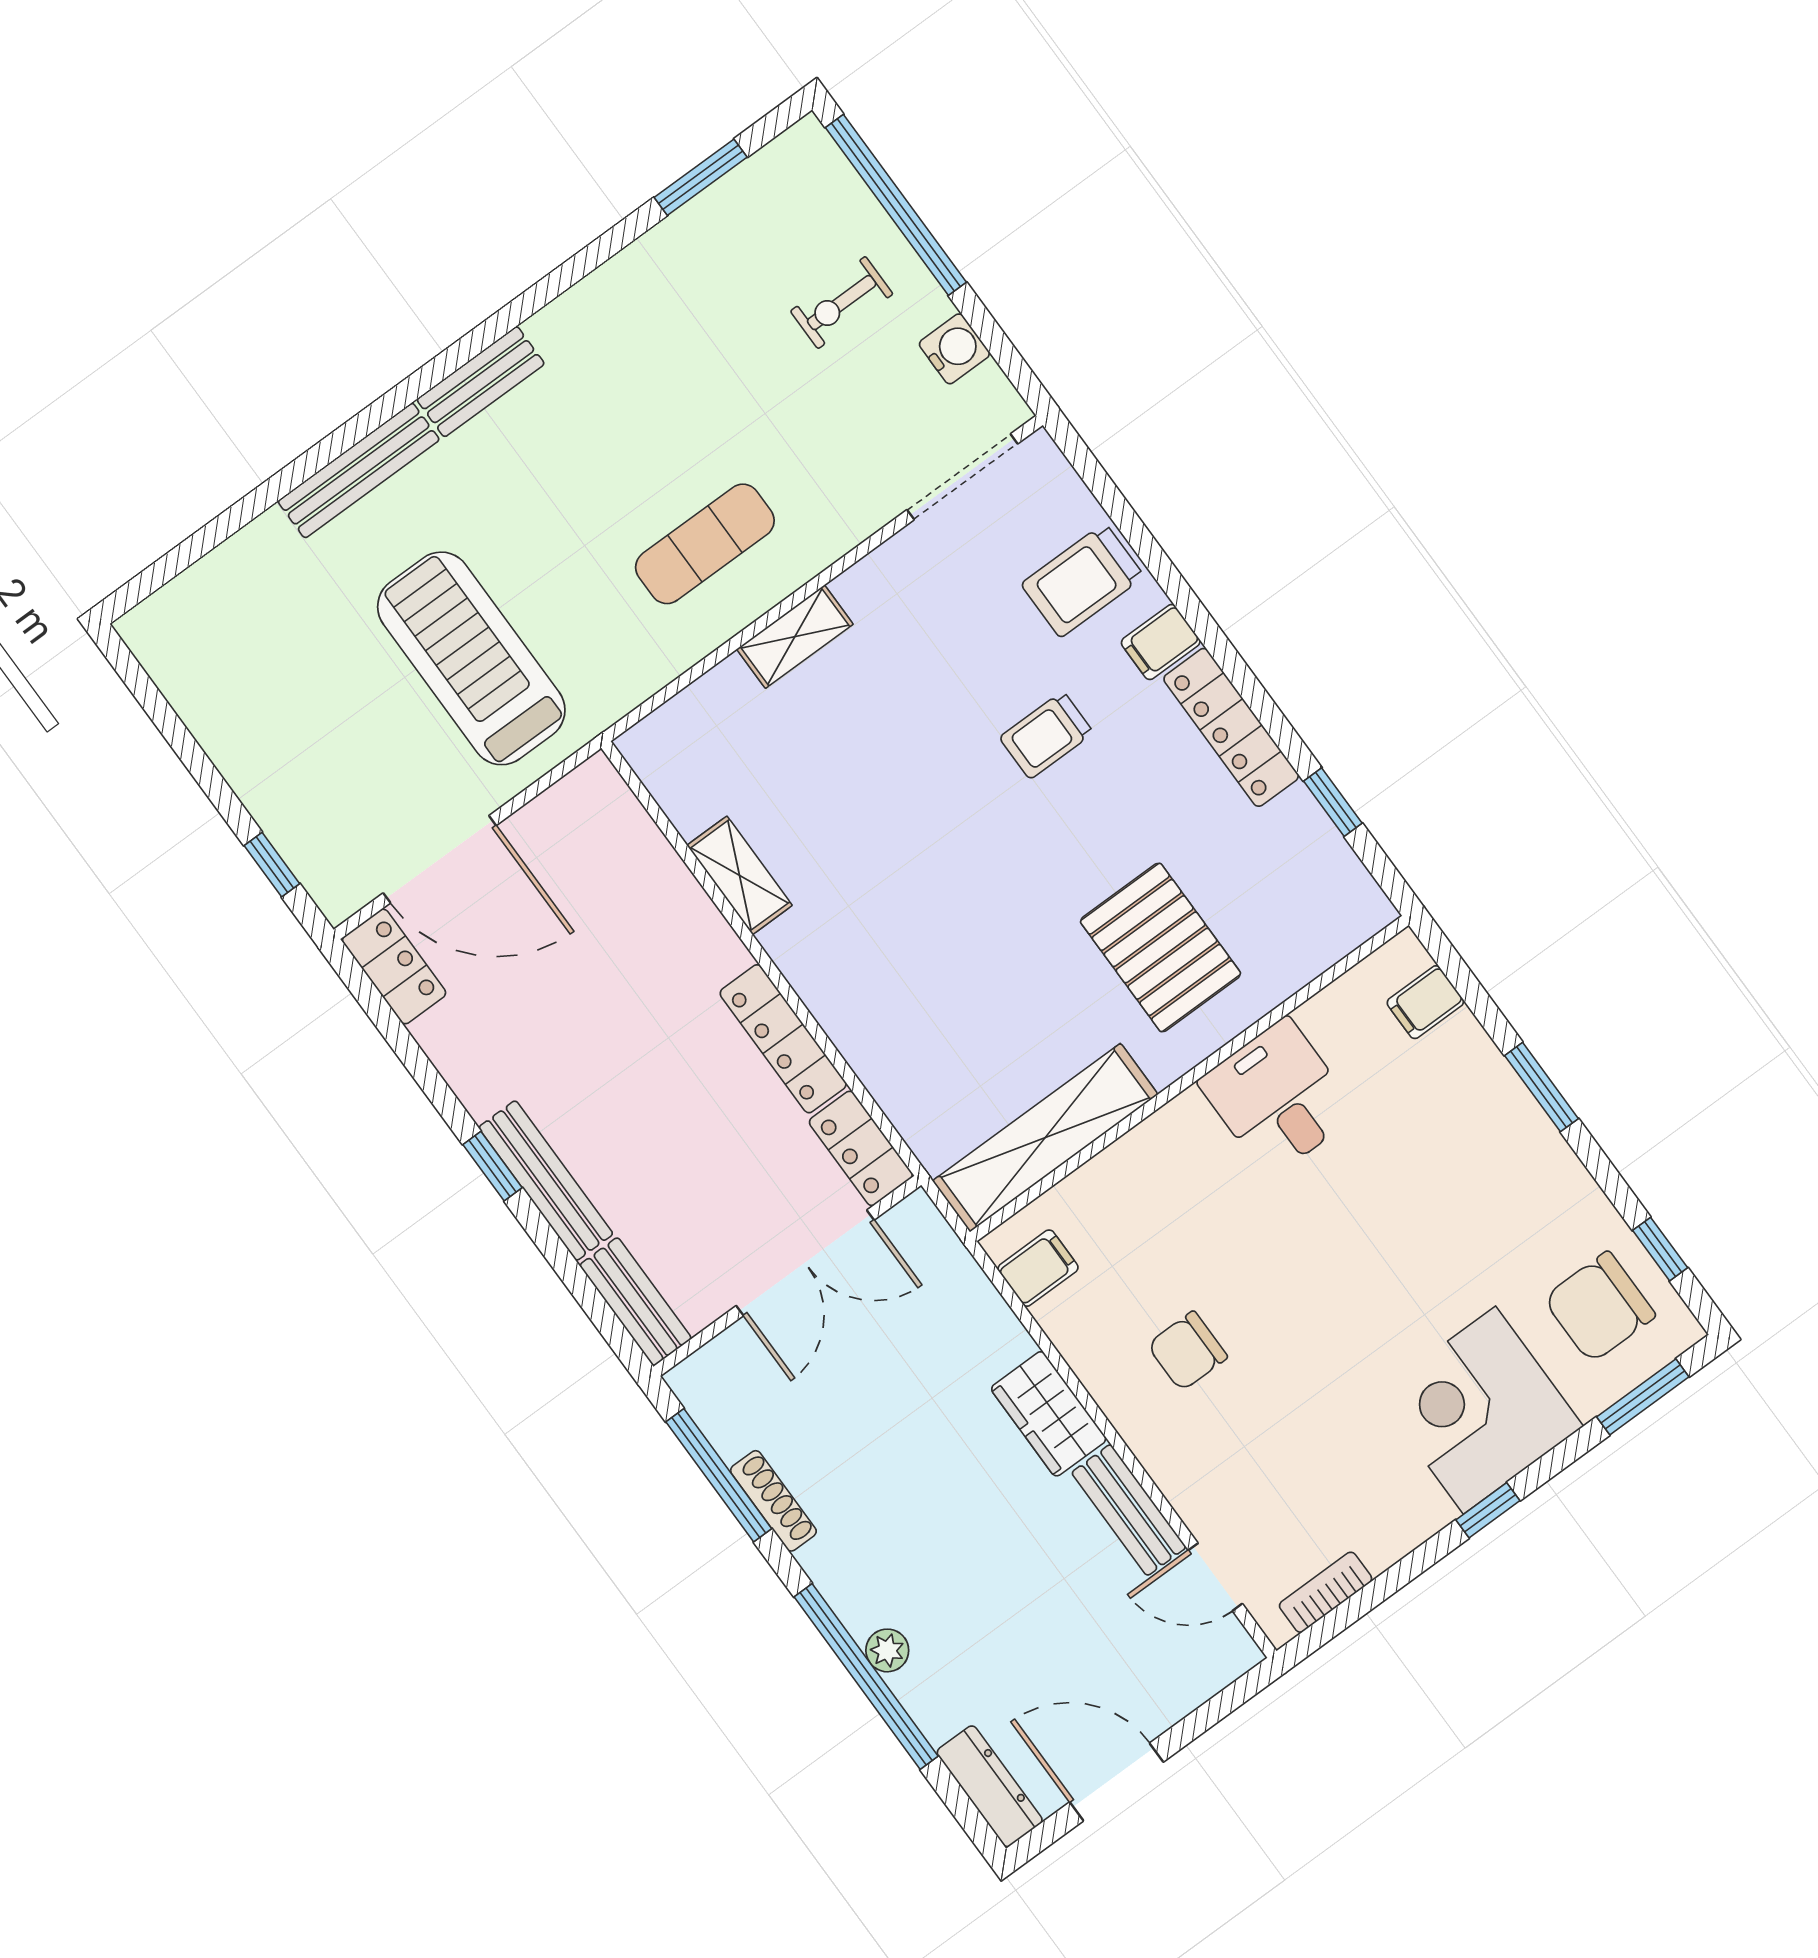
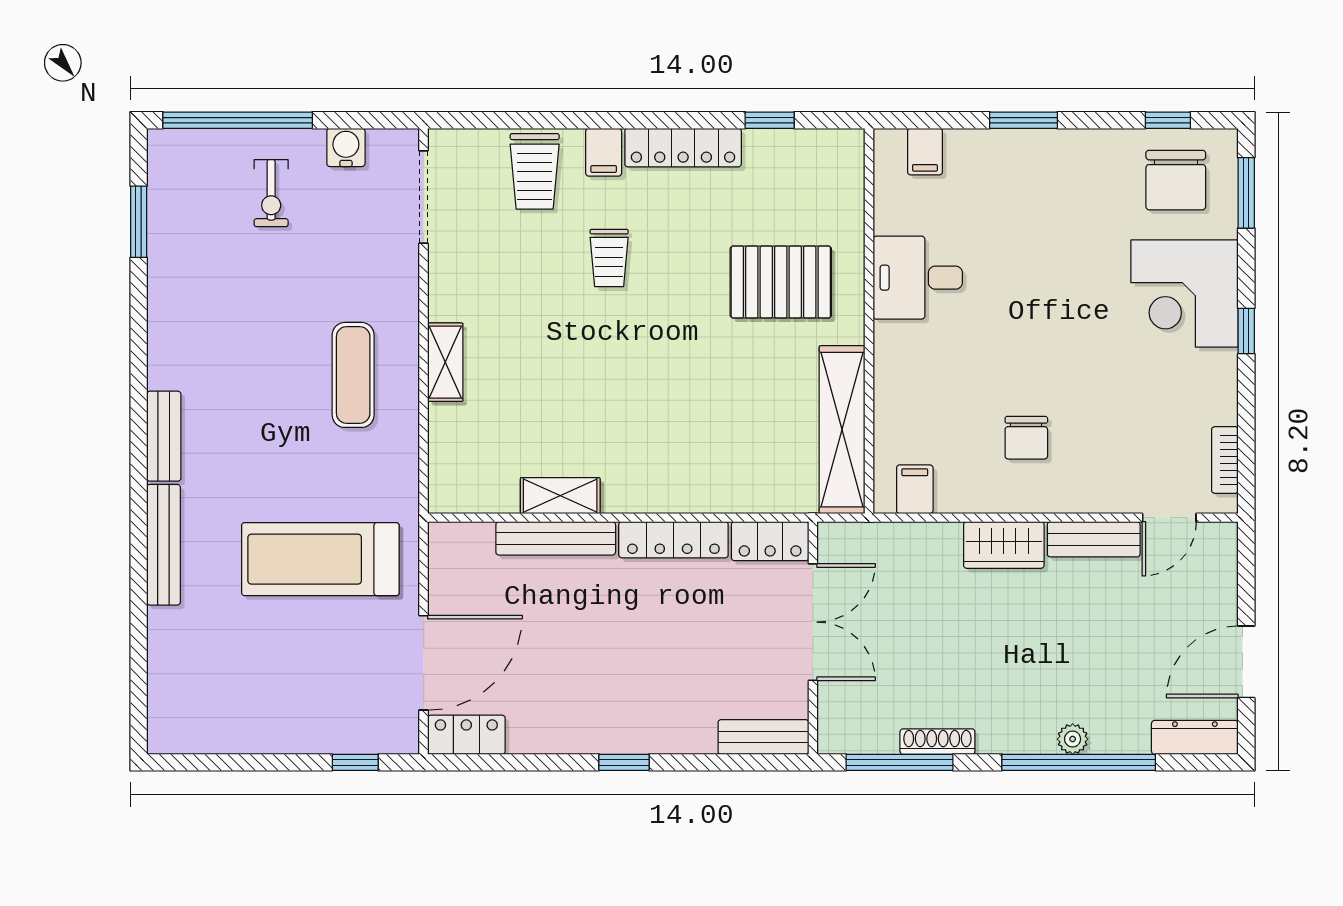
bench: (546, 1181) -> (556, 538), moved

